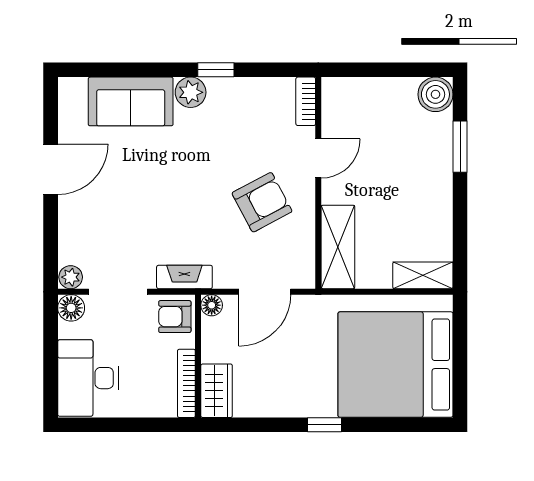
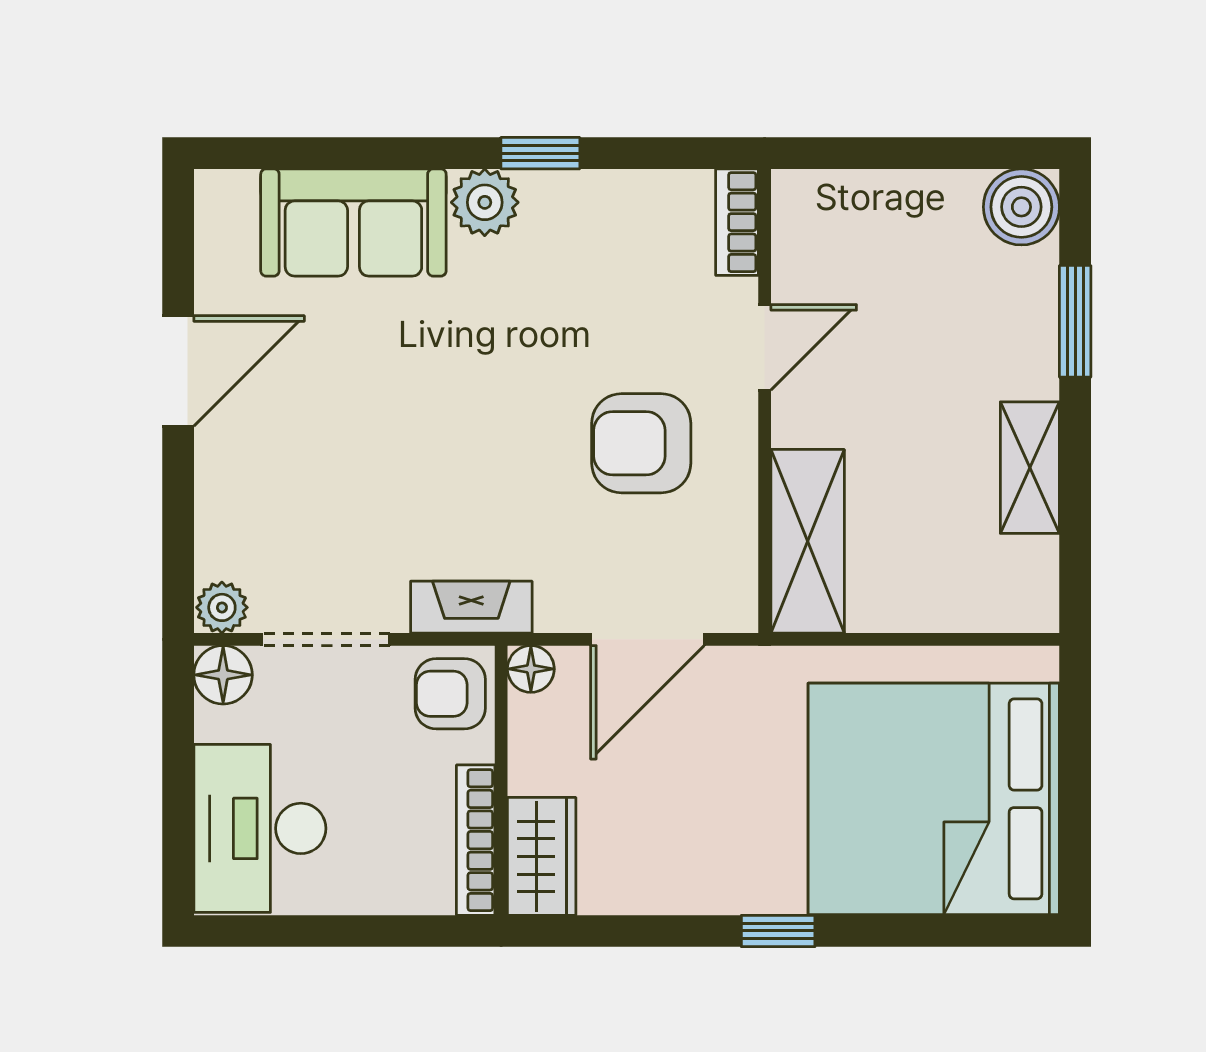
armchair: (262, 202) -> (641, 443), turned -152
shelving: (423, 275) -> (1030, 468), moved, turned 90

